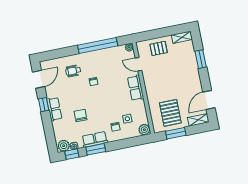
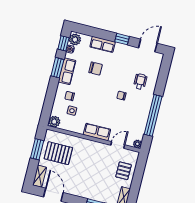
door: (39, 79) -> (148, 46), swing flipped
row of seats: (54, 109) -> (103, 44), moved

